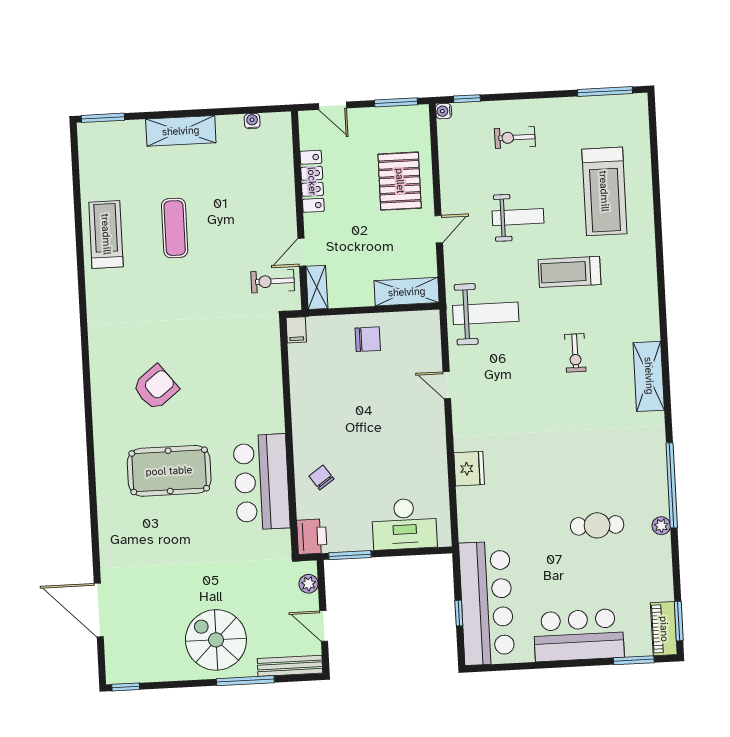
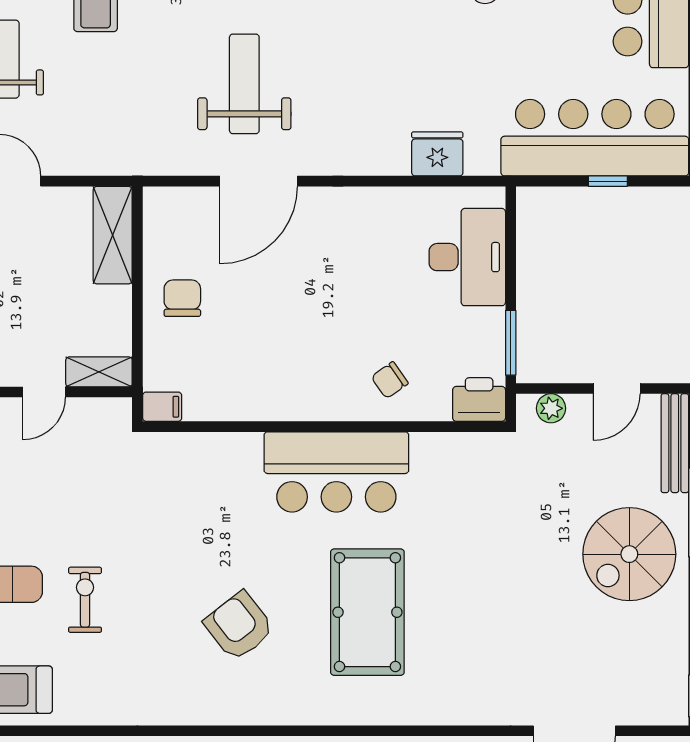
door: (302, 252) -> (44, 392), hinge flipped
exercise bike: (273, 281) -> (85, 600), moved, turned 180
weight bench: (486, 313) -> (244, 84), moved
door: (447, 385) -> (259, 181), width x1.87
fridge: (469, 469) -> (437, 154), moved
bar counter: (262, 482) -> (336, 472), moved

